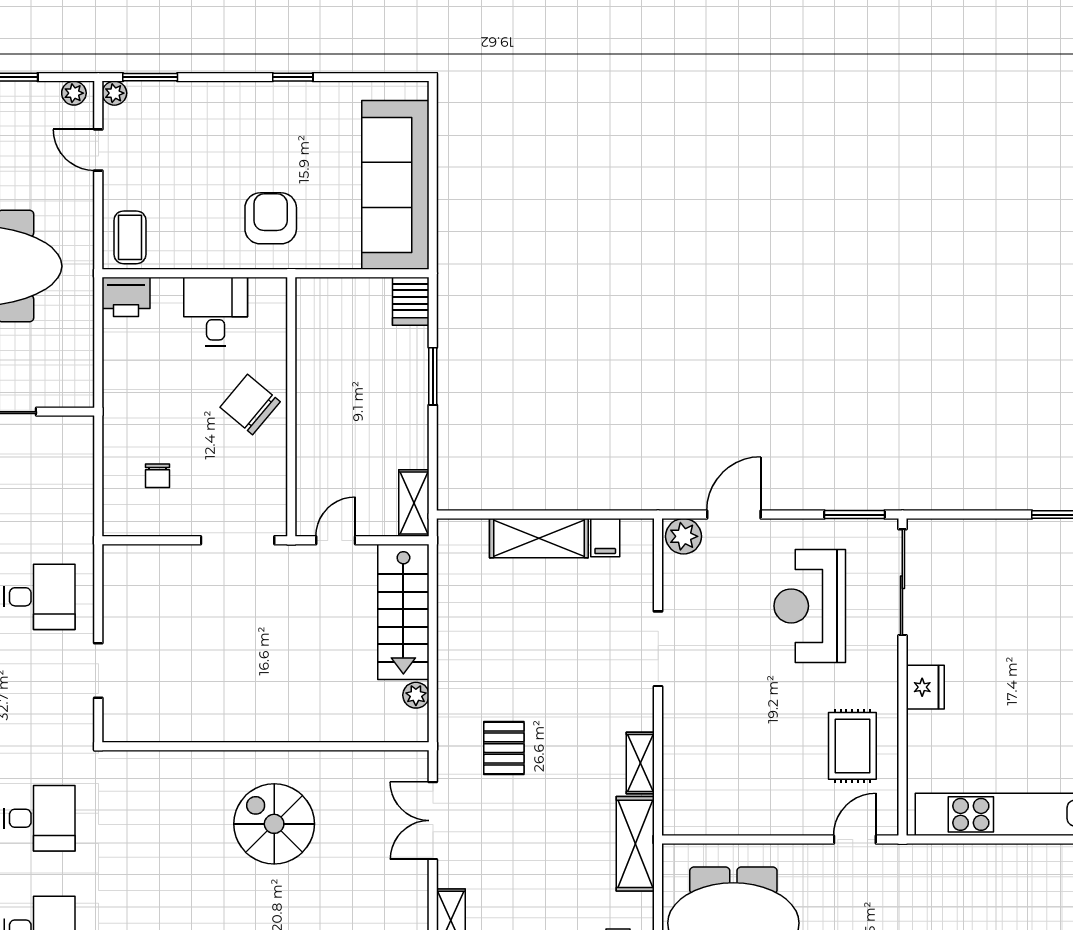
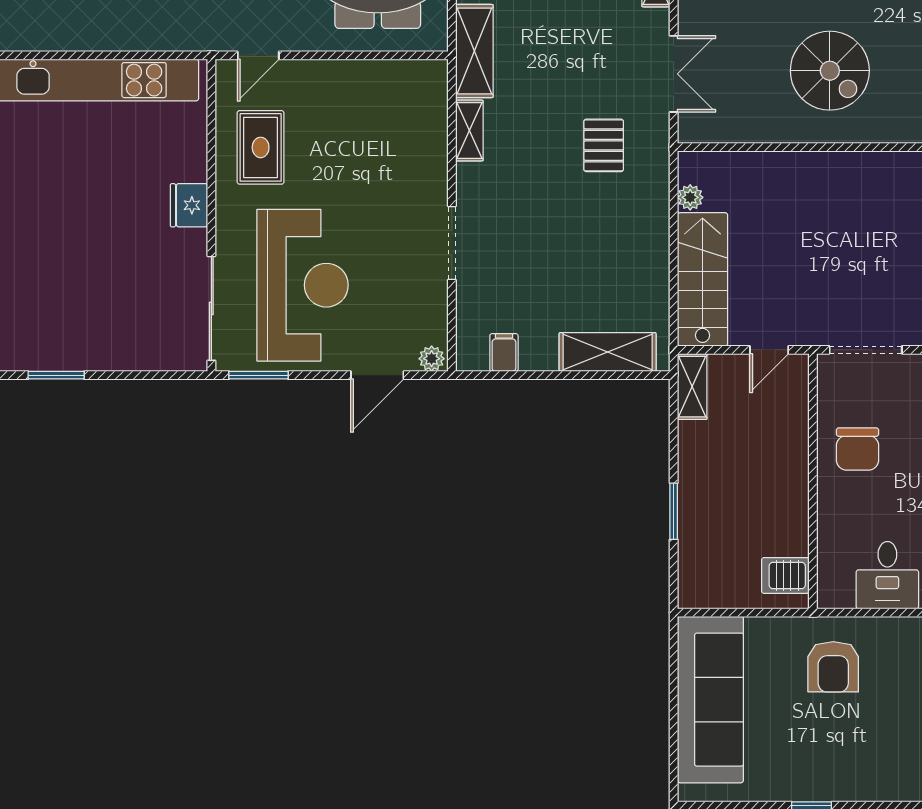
server rack: (411, 301) -> (785, 576), moved, turned -90
chair: (250, 404) -> (858, 449), moved, turned 50
plant: (684, 536) -> (432, 359), width x0.73, depth x0.73
shelving: (539, 538) -> (608, 352), moved
reception desk: (810, 606) -> (303, 285), width x1.36, depth x1.30

